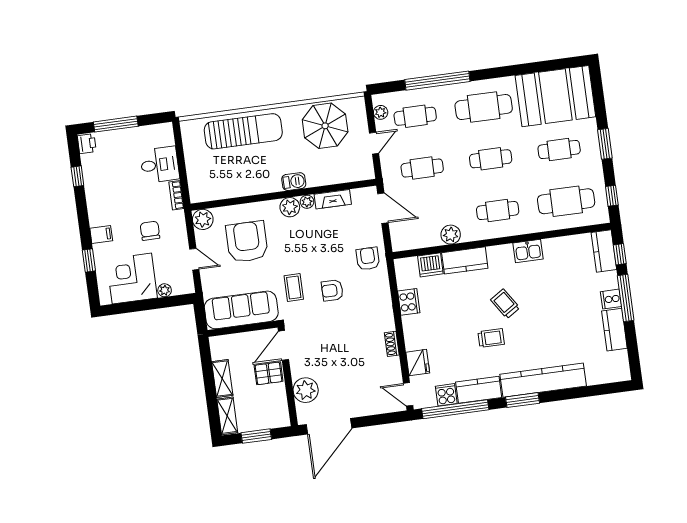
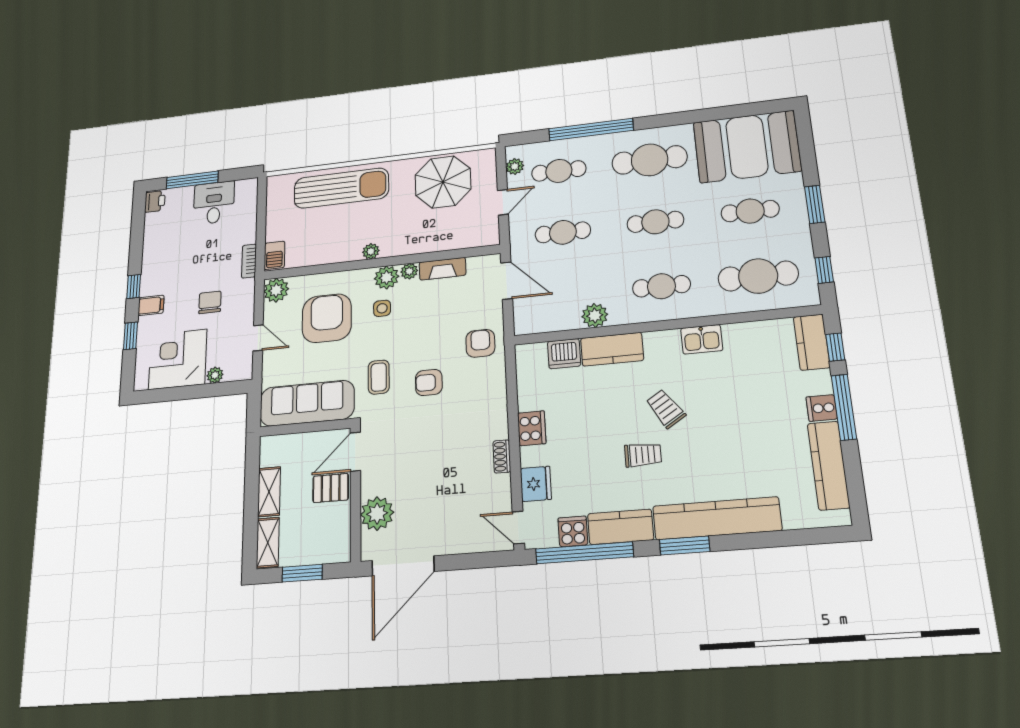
desk: (160, 165) -> (214, 203), moved, turned -90
window: (77, 176) -> (134, 286), moved
barbecue: (294, 182) -> (274, 255), moved, turned 90
plant: (275, 186) -> (371, 251), added
side table: (289, 233) -> (382, 308), added
cooker: (409, 302) -> (532, 428), moved
kitchen counter: (614, 330) -> (829, 465), width x1.50

